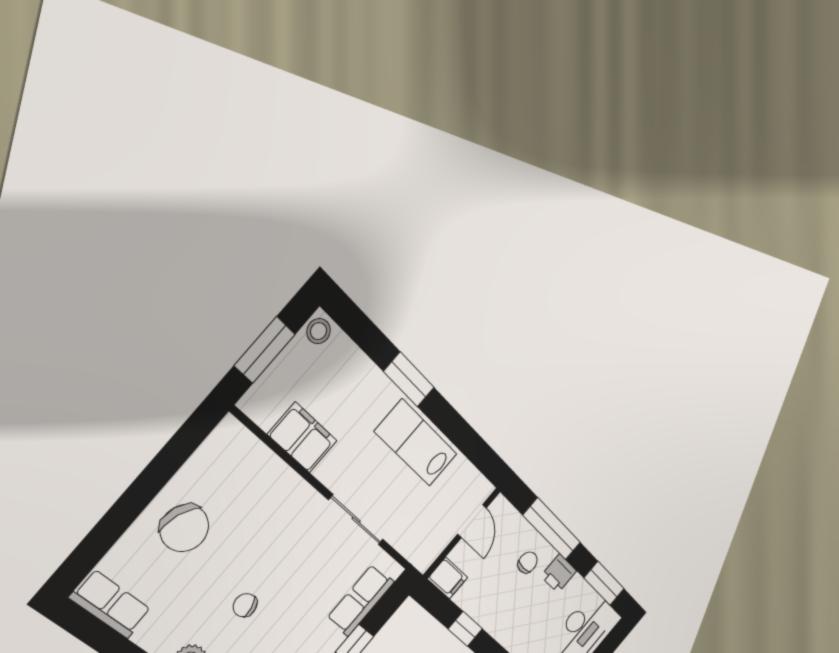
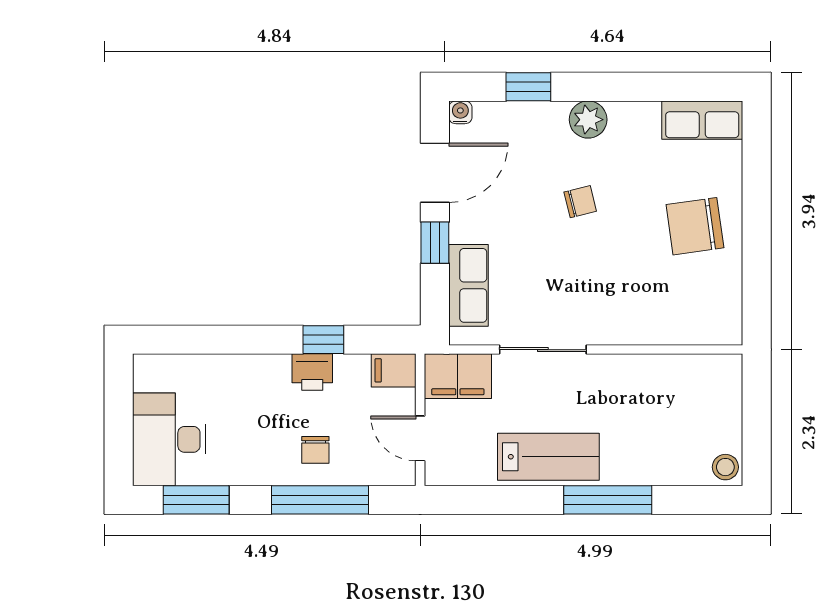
window: (265, 350) -> (757, 415), removed
window: (409, 379) -> (608, 500), width x1.44
filing cabinet: (302, 438) -> (458, 376), moved
chair: (184, 528) -> (695, 226), turned -30
printer: (559, 573) -> (312, 372), moved, turned 180

